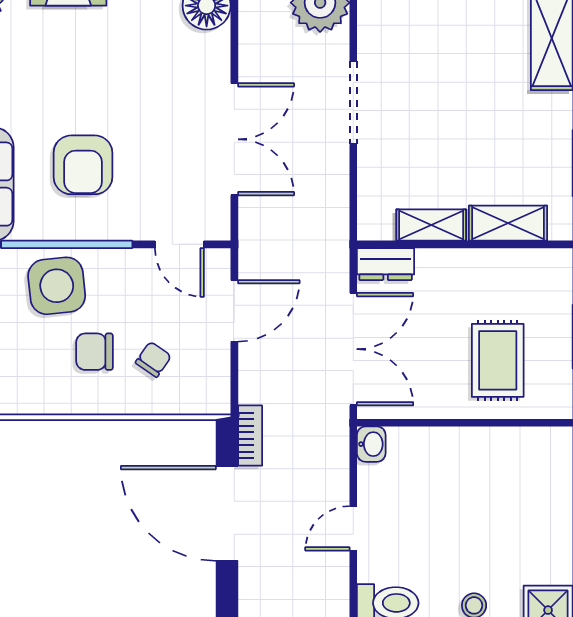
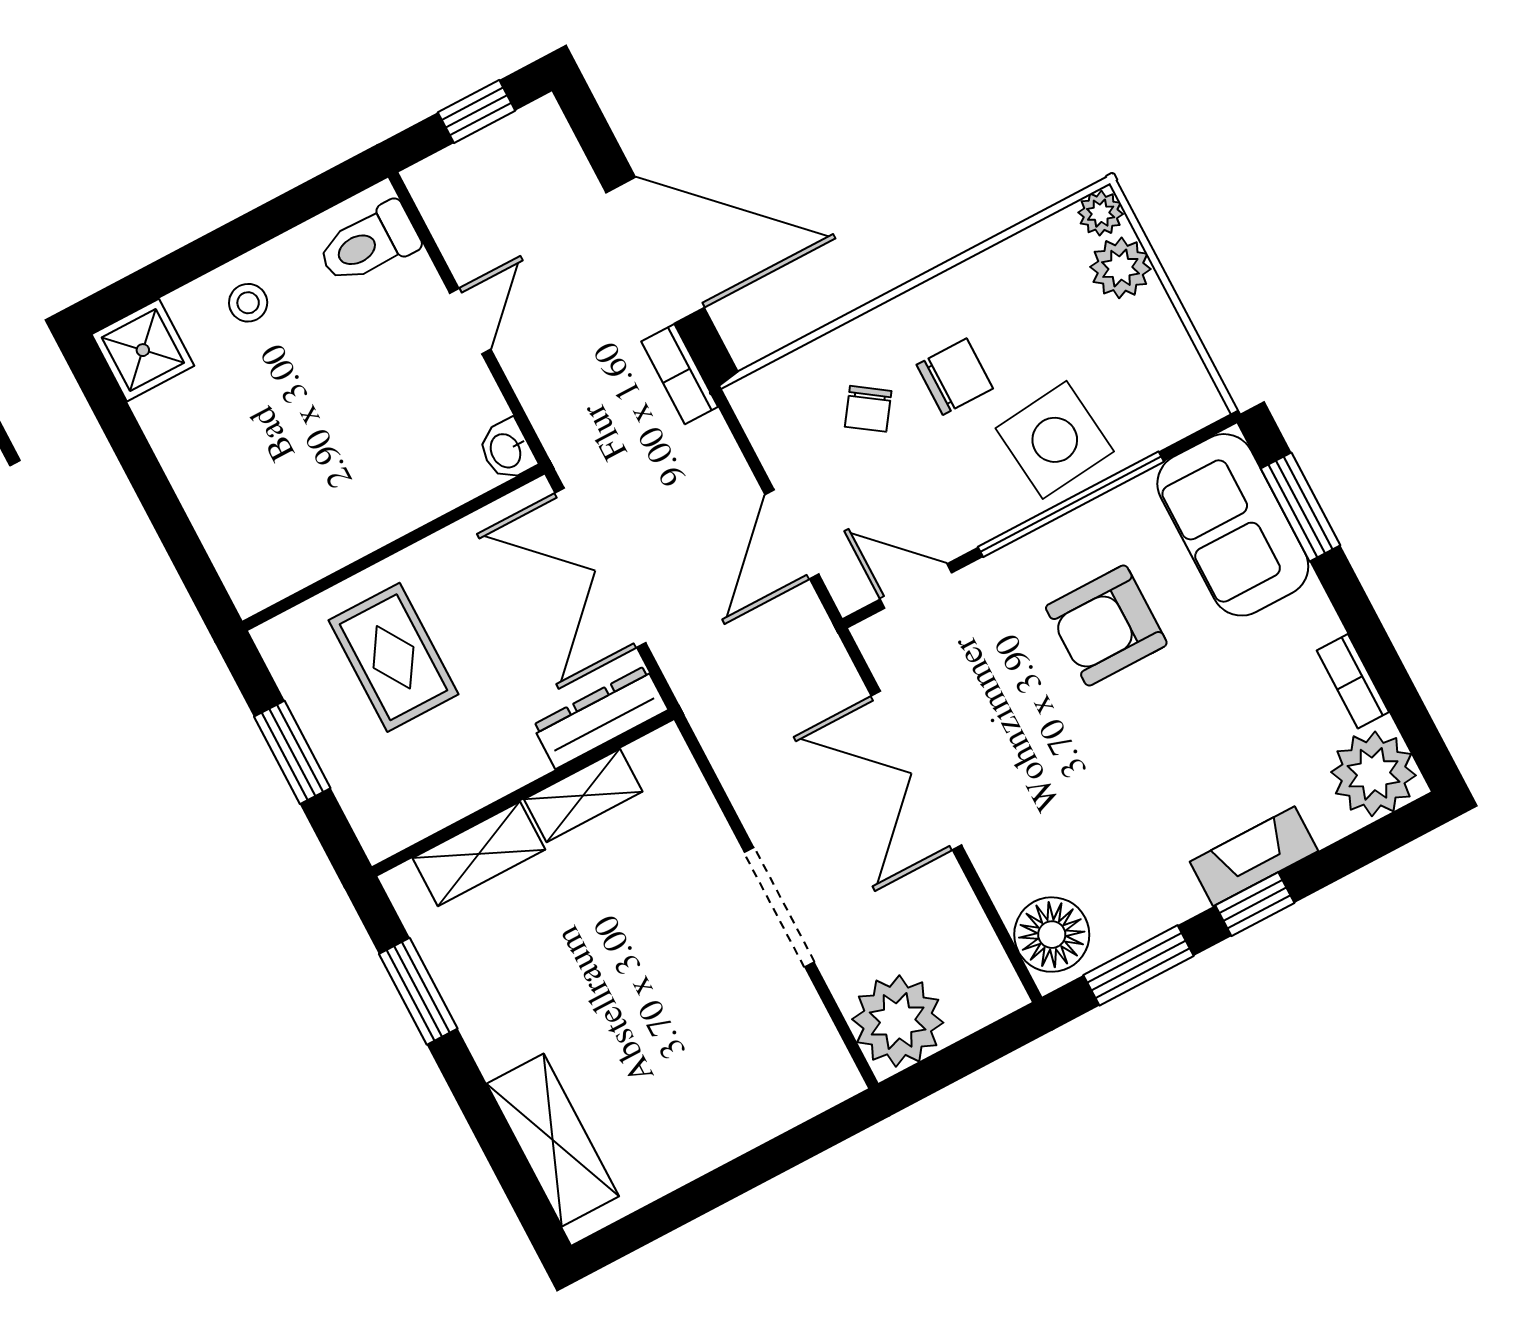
armchair: (83, 165) -> (1106, 626), turned -90
dresser: (386, 264) -> (600, 717), width x1.44

